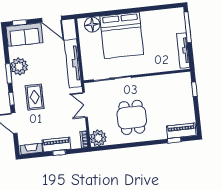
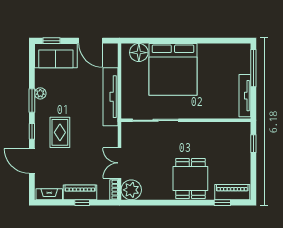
plant: (19, 66) -> (40, 93), width x0.53, depth x0.53
double door: (85, 105) -> (120, 163), moved
dining table: (132, 117) -> (190, 179), moved

